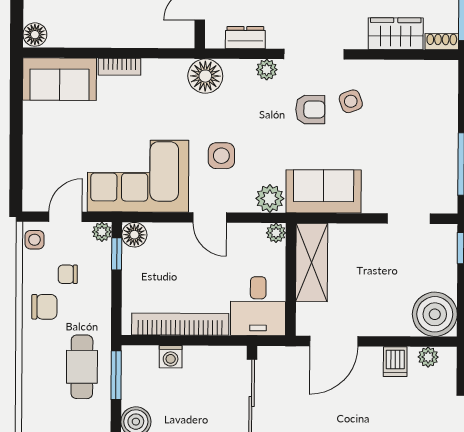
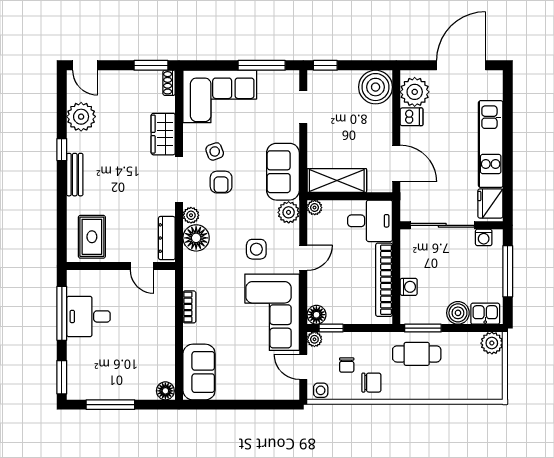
wardrobe: (396, 34) -> (163, 134), moved
dresser: (245, 37) -> (167, 238), width x1.44
bookcase: (120, 67) -> (189, 307), moved
floor lamp: (205, 76) -> (196, 238), moved
corner sofa: (423, 108) -> (220, 96), added
armchair: (310, 110) -> (221, 182), turned 180
chair: (44, 307) -> (371, 383), turned 90
plant: (428, 357) -> (415, 92), width x1.88, depth x1.88

